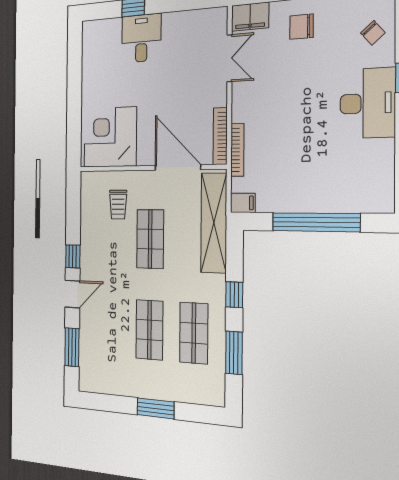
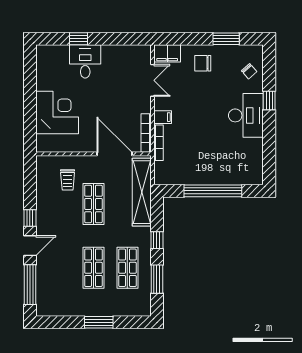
corner desk: (110, 137) -> (57, 112), moved, turned 90
filing cabinet: (243, 203) -> (163, 117), moved
window: (72, 347) -> (30, 285), width x1.44

